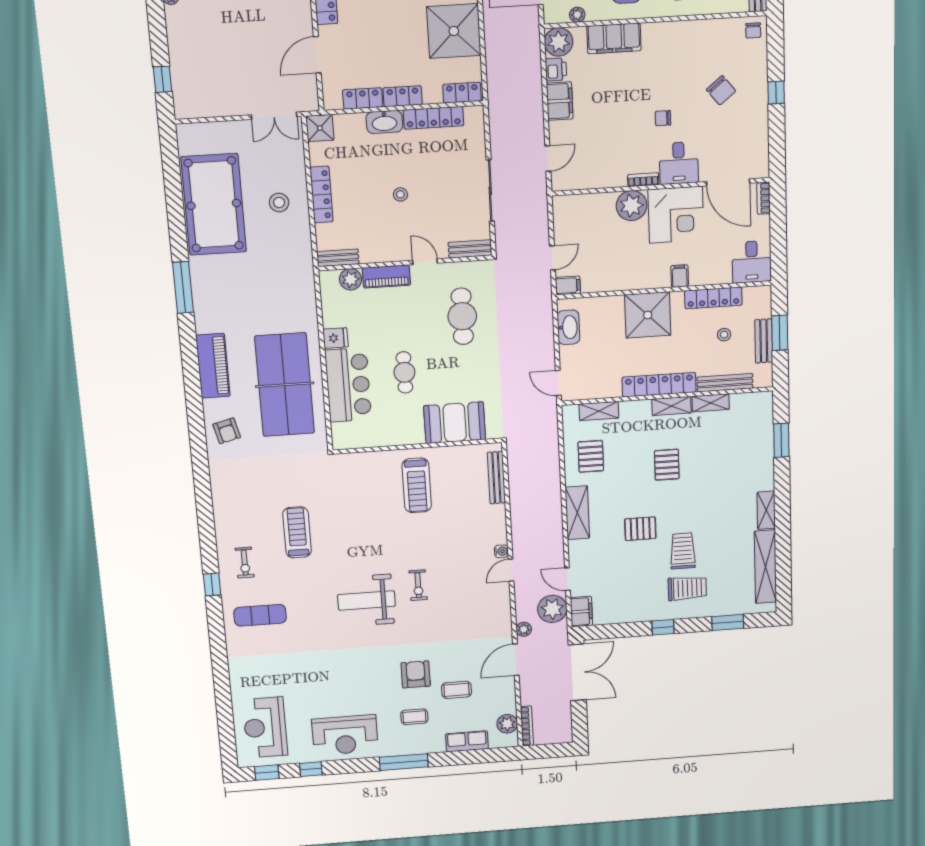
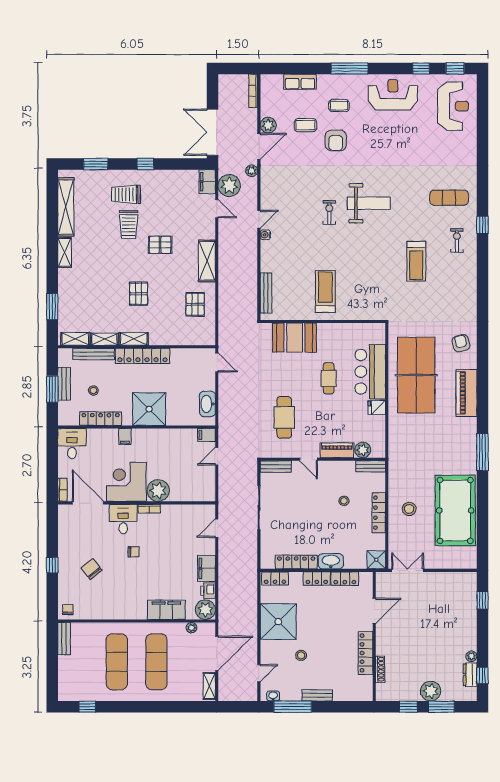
stool: (400, 194) -> (344, 501), moved
shelving: (599, 411) -> (75, 339), moved
plant: (507, 724) -> (268, 125), moved

